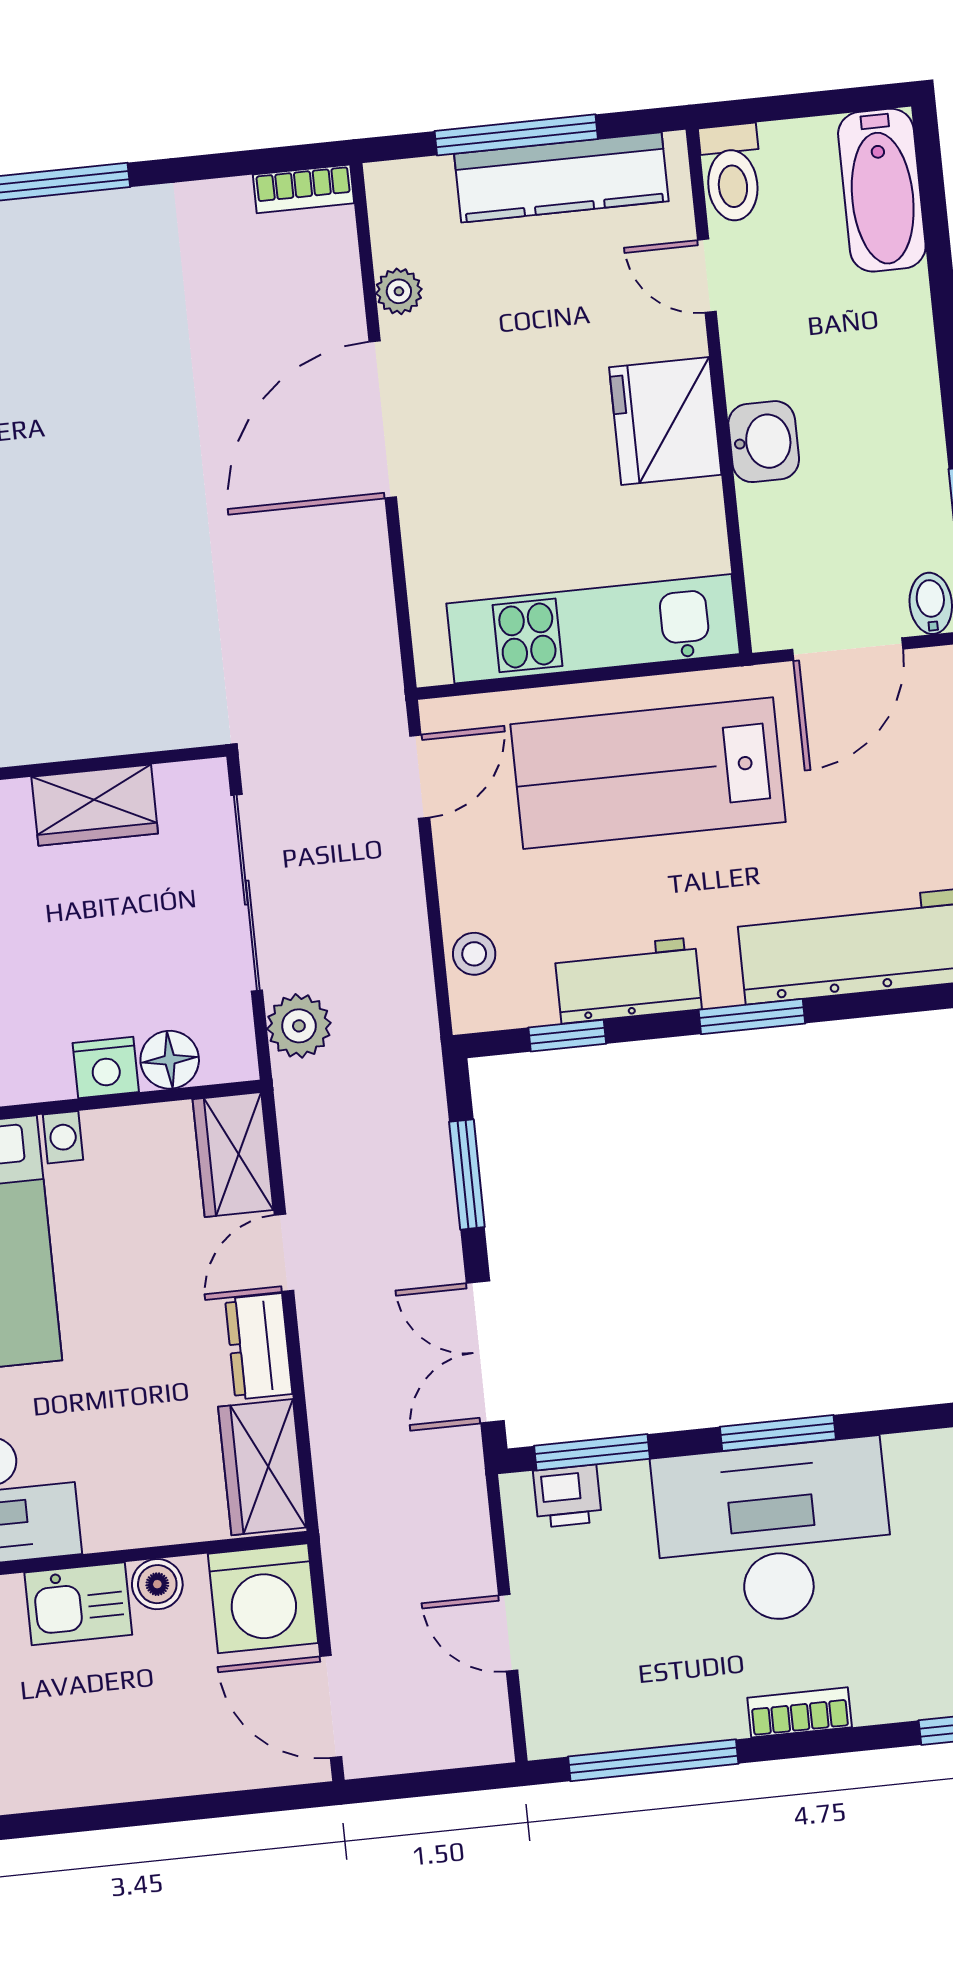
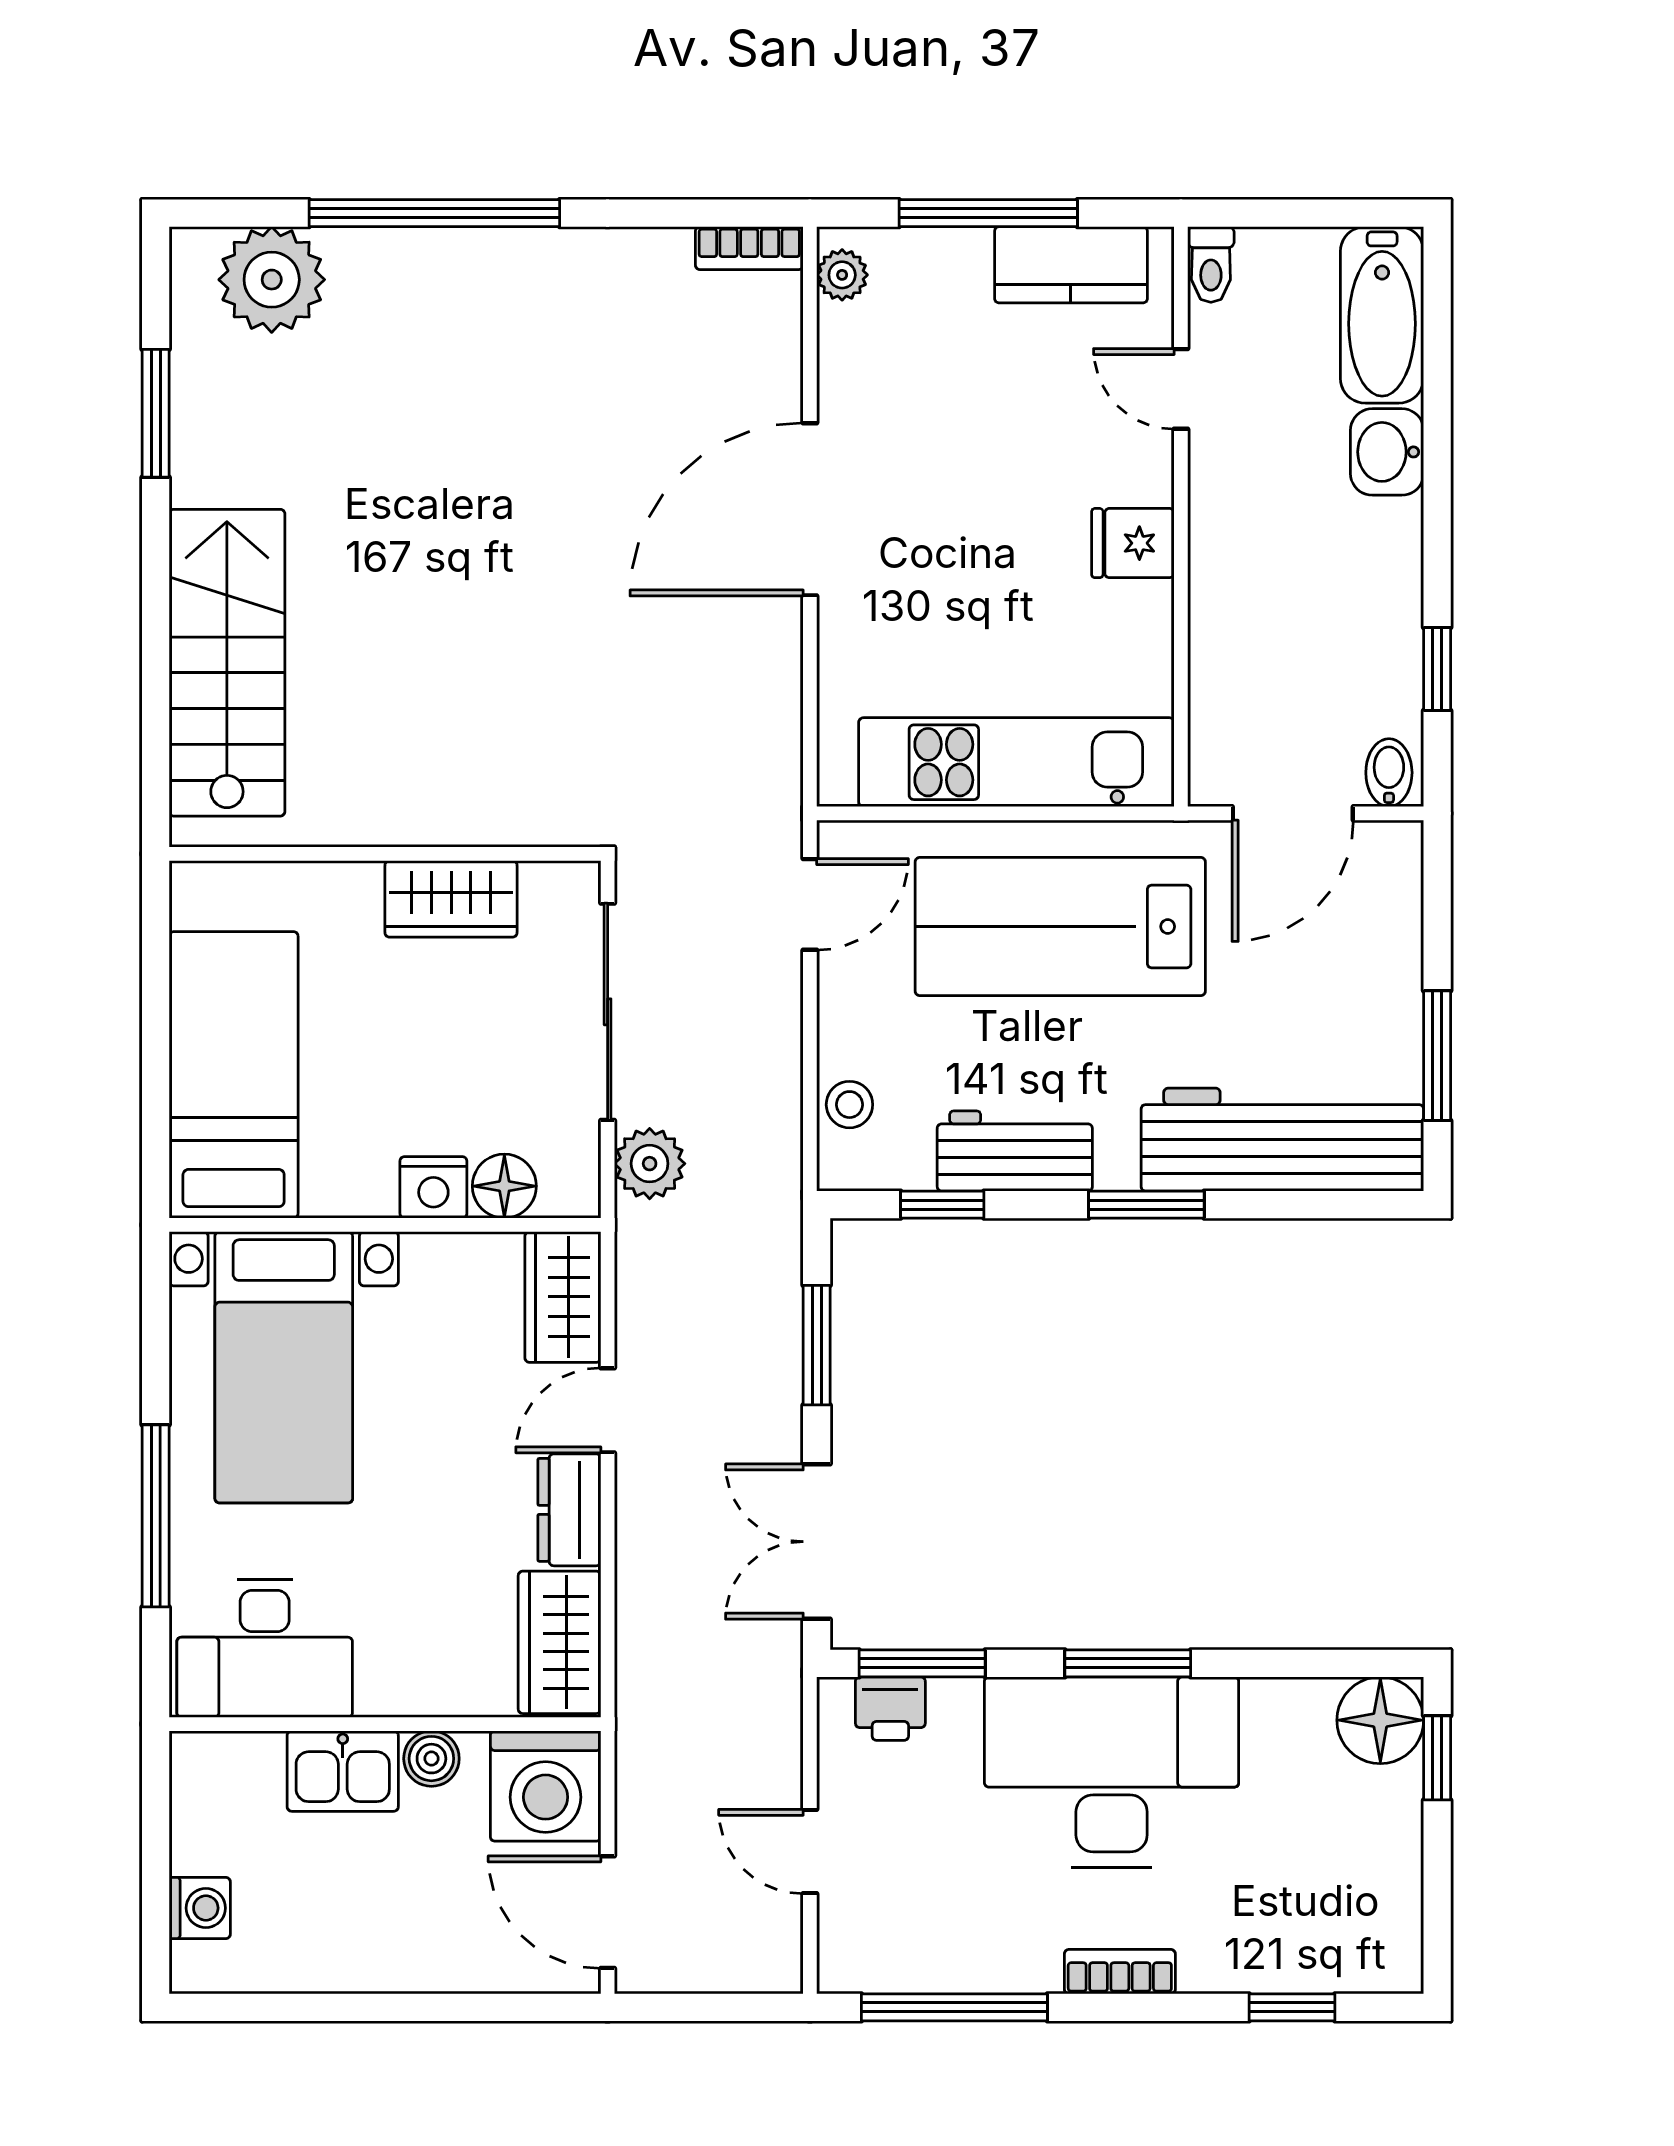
toilet: (732, 173) -> (1211, 264), width x0.73, depth x0.72
kitchen counter: (561, 177) -> (1071, 265), width x0.67
plant: (399, 291) -> (842, 275), moved
fridge: (665, 421) -> (1133, 543), width x0.53, depth x0.75
washbasin: (764, 442) -> (1387, 452), moved, turned 180

